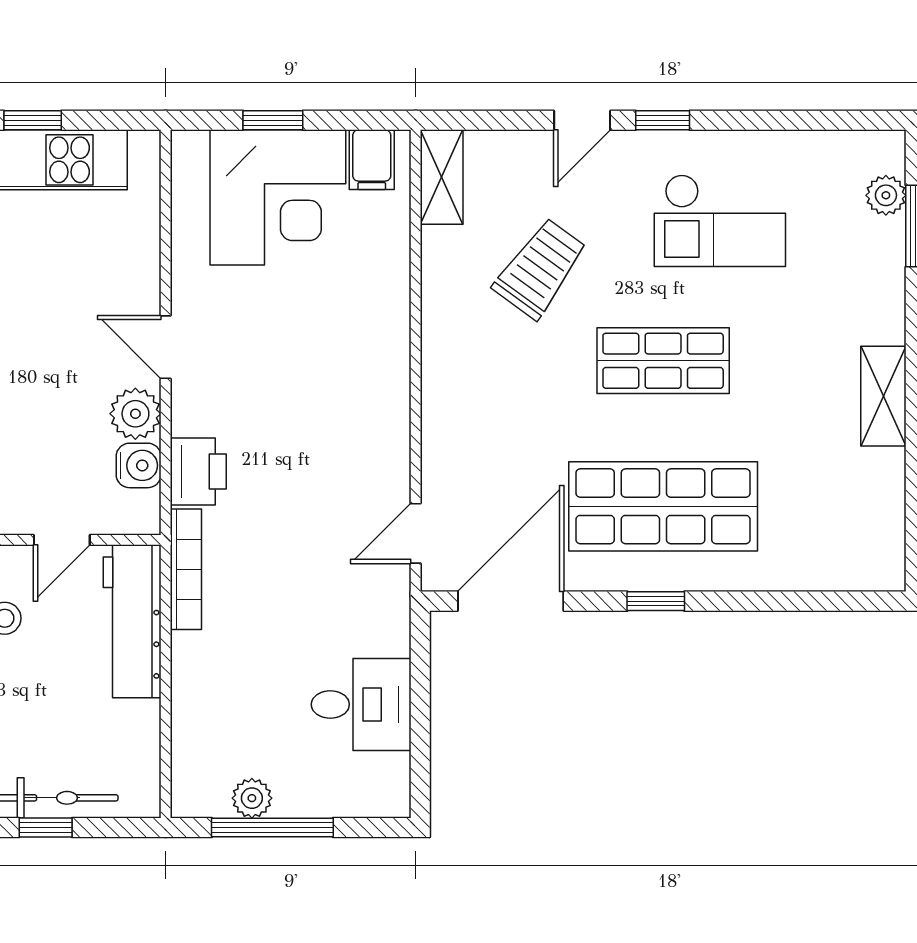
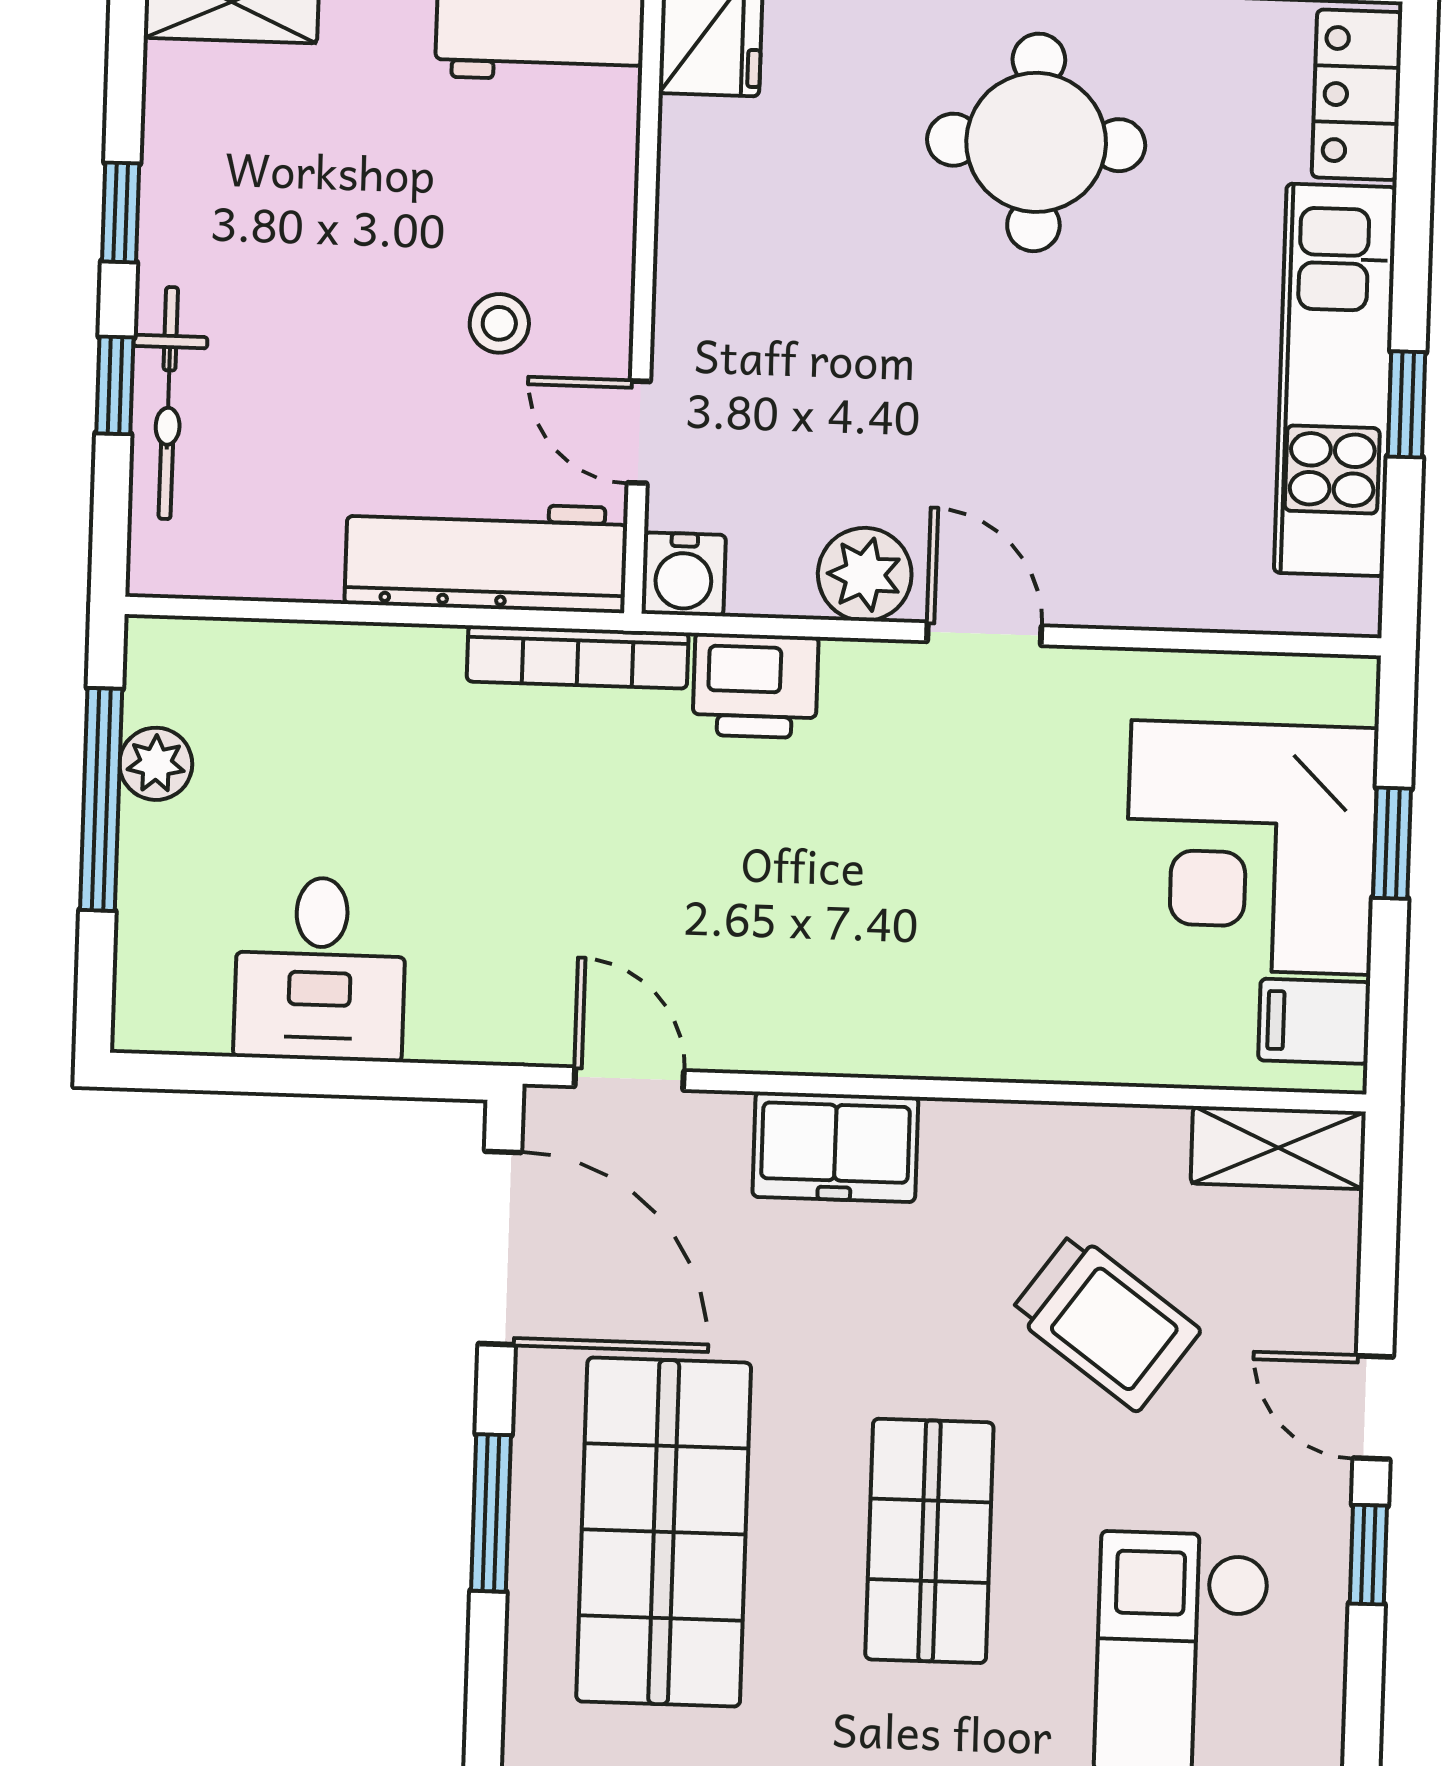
door: (166, 347) -> (984, 634), hinge flipped
freezer: (449, 419) -> (835, 1147), added
water cooler: (139, 465) -> (684, 574), moved
window: (656, 601) -> (491, 1513), width x1.50

